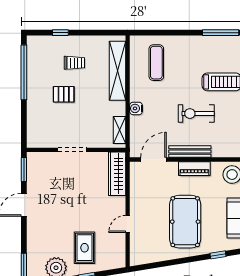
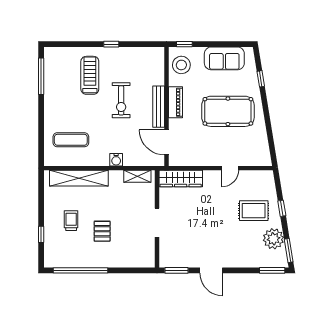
door: (128, 224) -> (230, 168), hinge flipped

